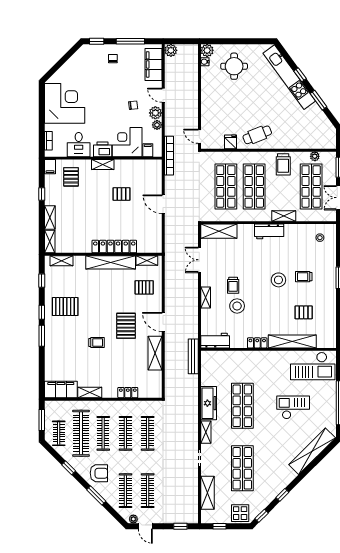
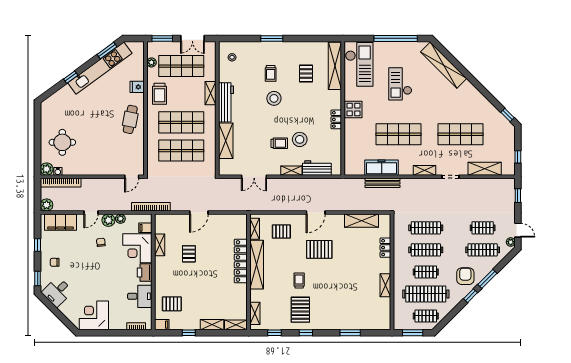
window: (130, 41) -> (38, 245), width x0.46
desk: (83, 61) -> (57, 292), added
bookcase: (193, 65) -> (61, 183), added
kitchen unit: (289, 77) -> (100, 68), moved
window: (319, 100) -> (107, 51), moved
corner desk: (65, 103) -> (94, 315), width x0.74, depth x0.74
cafe table: (257, 135) -> (130, 119), turned 33
fridge: (231, 142) -> (137, 87), moved
trolley: (283, 164) -> (159, 94), turned 90
shelving: (103, 165) -> (160, 245), moved
shelving: (219, 231) -> (226, 141), moved
workbench: (269, 231) -> (226, 102), width x1.38
pallet: (144, 287) -> (281, 231), turned 90
window: (42, 336) -> (350, 333), moved
workbench: (215, 341) -> (317, 168), moved, turned 90
trolley: (96, 342) -> (299, 281), moved
shelving: (292, 342) -> (335, 66), moved
shelving: (155, 353) -> (362, 221), moved
bench: (193, 356) -> (383, 183), moved
filing cabinet: (61, 389) -> (382, 314), removed
freezer: (209, 403) -> (382, 168), moved
clothes rail: (103, 433) -> (426, 272), width x0.73
window: (69, 468) -> (471, 296), moved
clothes rail: (148, 491) -> (483, 228), width x0.73
window: (282, 495) -> (487, 94), removed
display table: (240, 513) -> (353, 109), moved
door: (145, 526) -> (518, 230), hinge flipped

